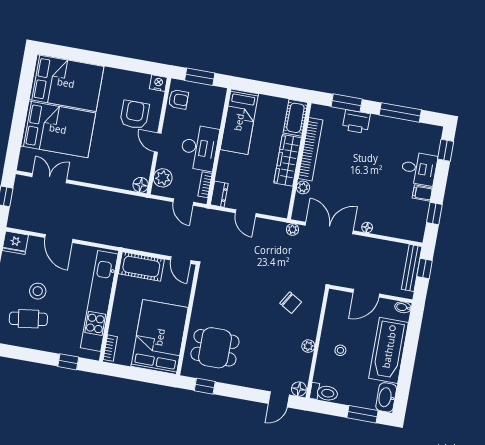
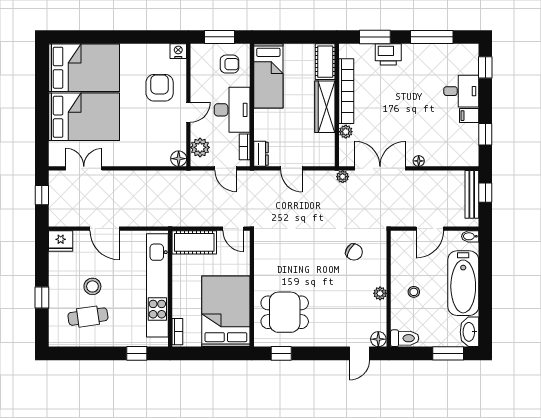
armchair: (178, 99) -> (229, 64), moved
door: (158, 143) -> (188, 112), swing flipped

